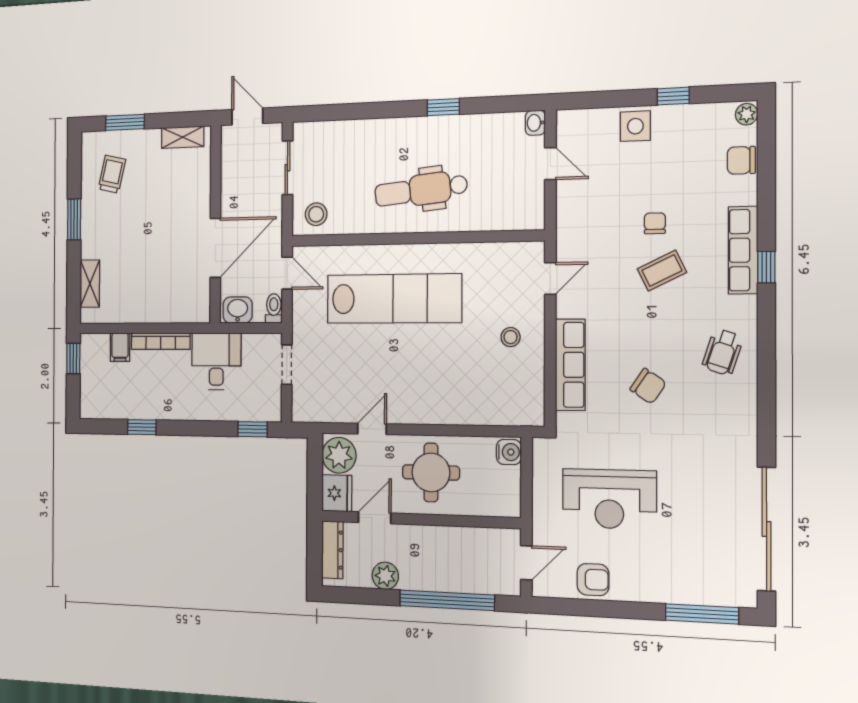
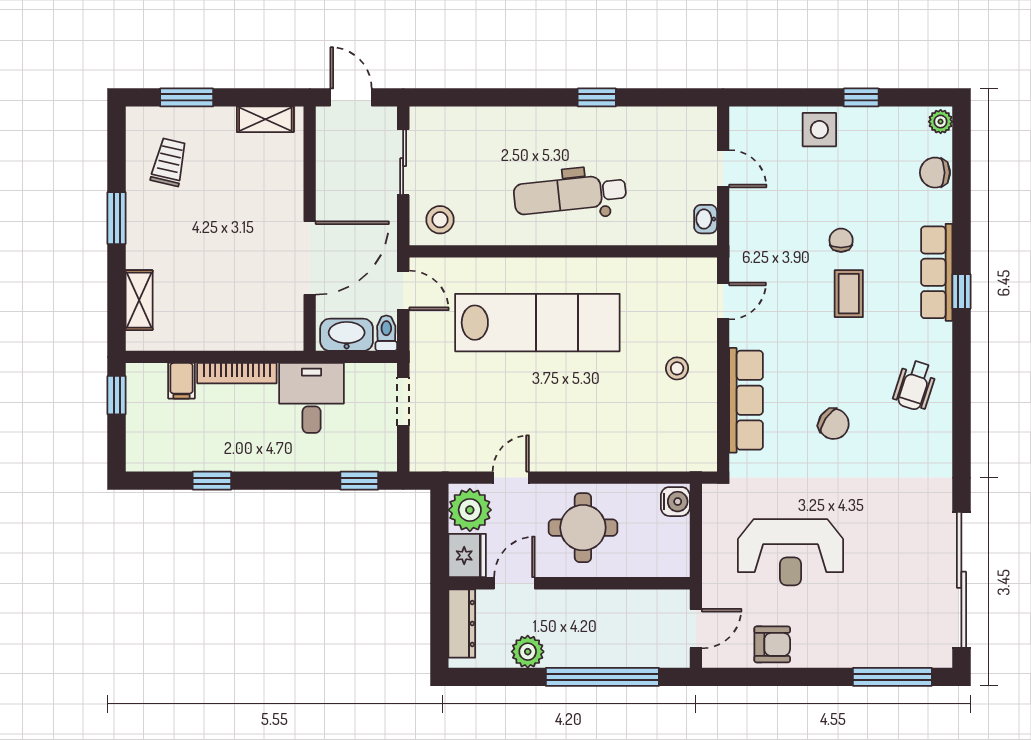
washbasin: (535, 123) -> (706, 219), moved
coffee table: (662, 271) -> (849, 294), turned -64
washbasin: (238, 310) -> (347, 335), width x1.38

